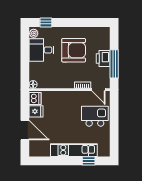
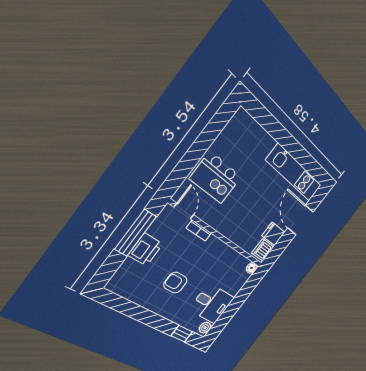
armchair: (74, 50) -> (175, 283), width x0.53, depth x0.53
kitchen unit: (74, 150) -> (294, 173), moved
window: (89, 161) -> (269, 123), removed

